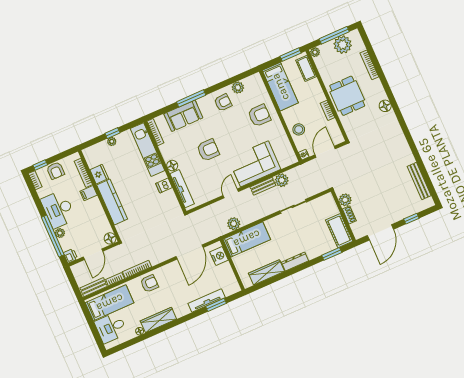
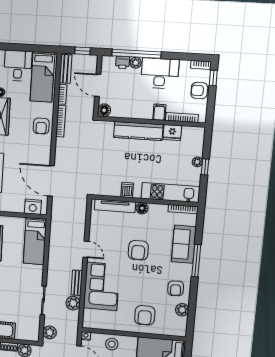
plant: (234, 224) -> (50, 332), moved
printer: (70, 256) -> (123, 63), moved
window: (72, 281) -> (83, 51), added

